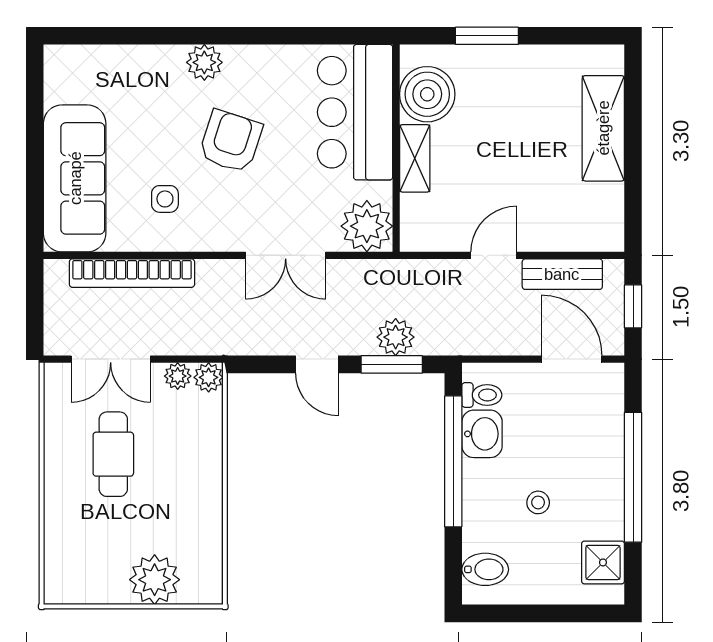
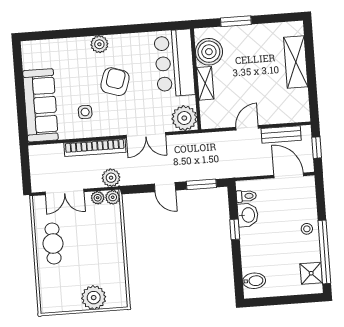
bookcase: (132, 273) -> (95, 148), moved
plant: (396, 337) -> (111, 178), moved
cafe table: (113, 454) -> (53, 244), moved
window: (453, 461) -> (235, 229), width x0.32
window: (633, 477) -> (324, 252), moved
stool: (538, 502) -> (307, 229), moved

